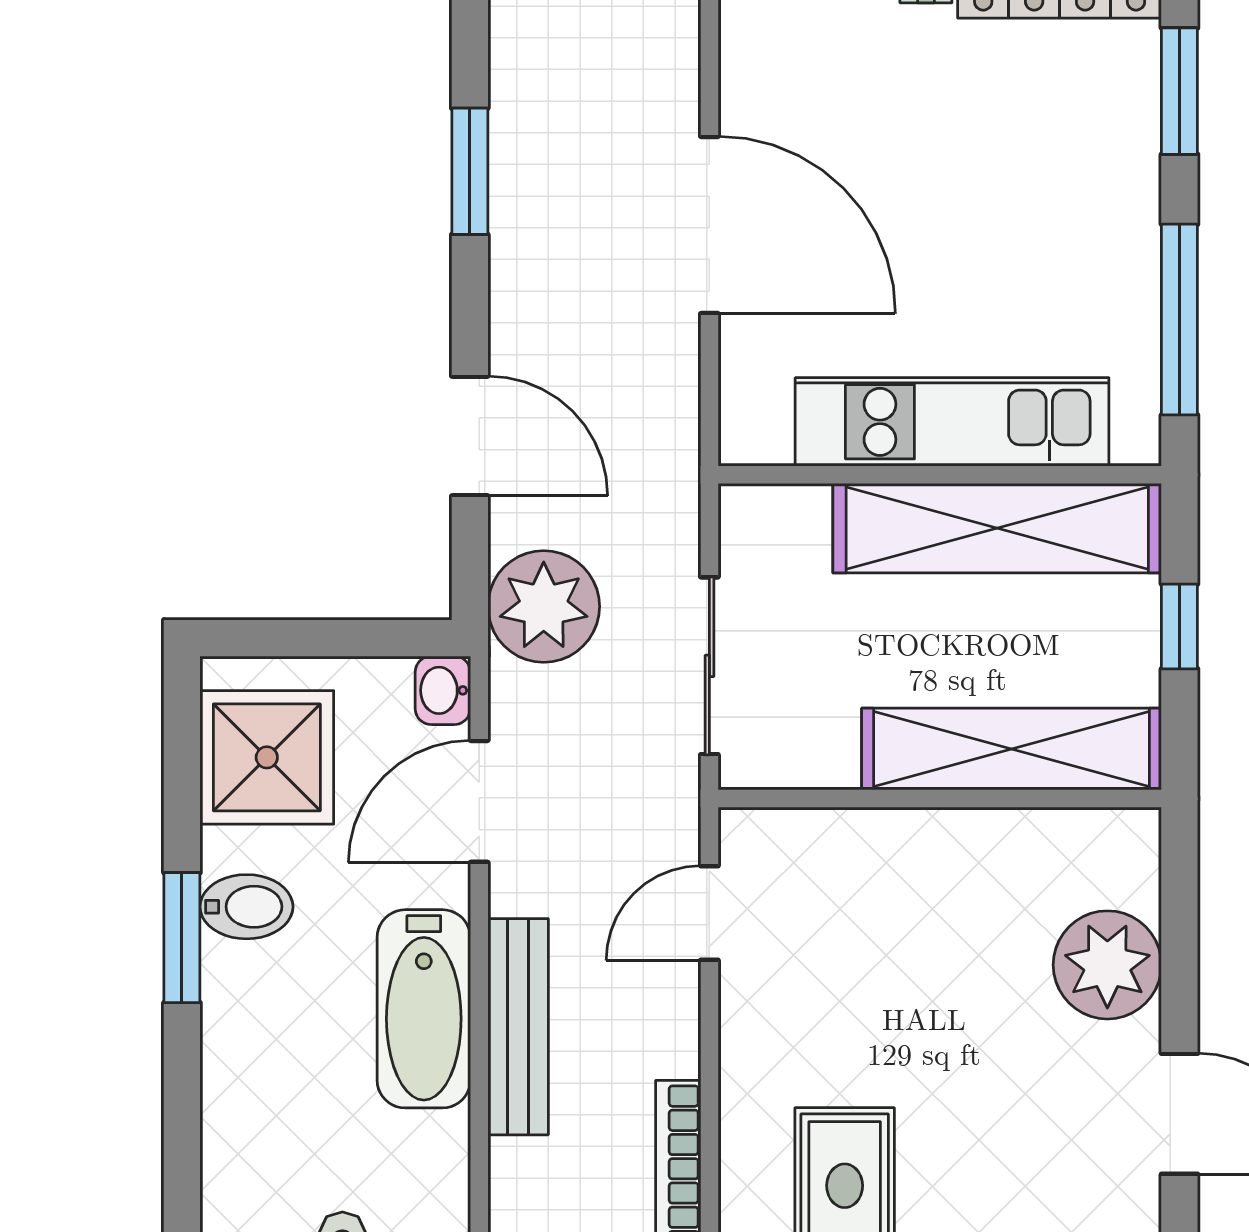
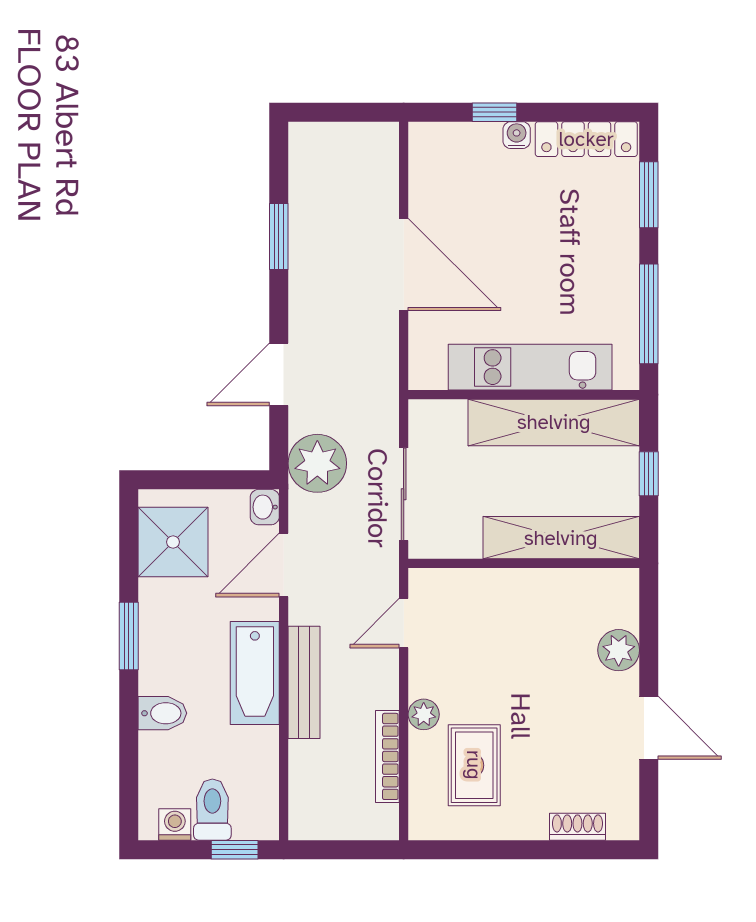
door: (470, 436) -> (279, 374), swing flipped
bidet: (246, 907) -> (162, 713), moved
plant: (1107, 965) -> (619, 650), width x0.73, depth x0.73
plant: (748, 1088) -> (424, 714), added

